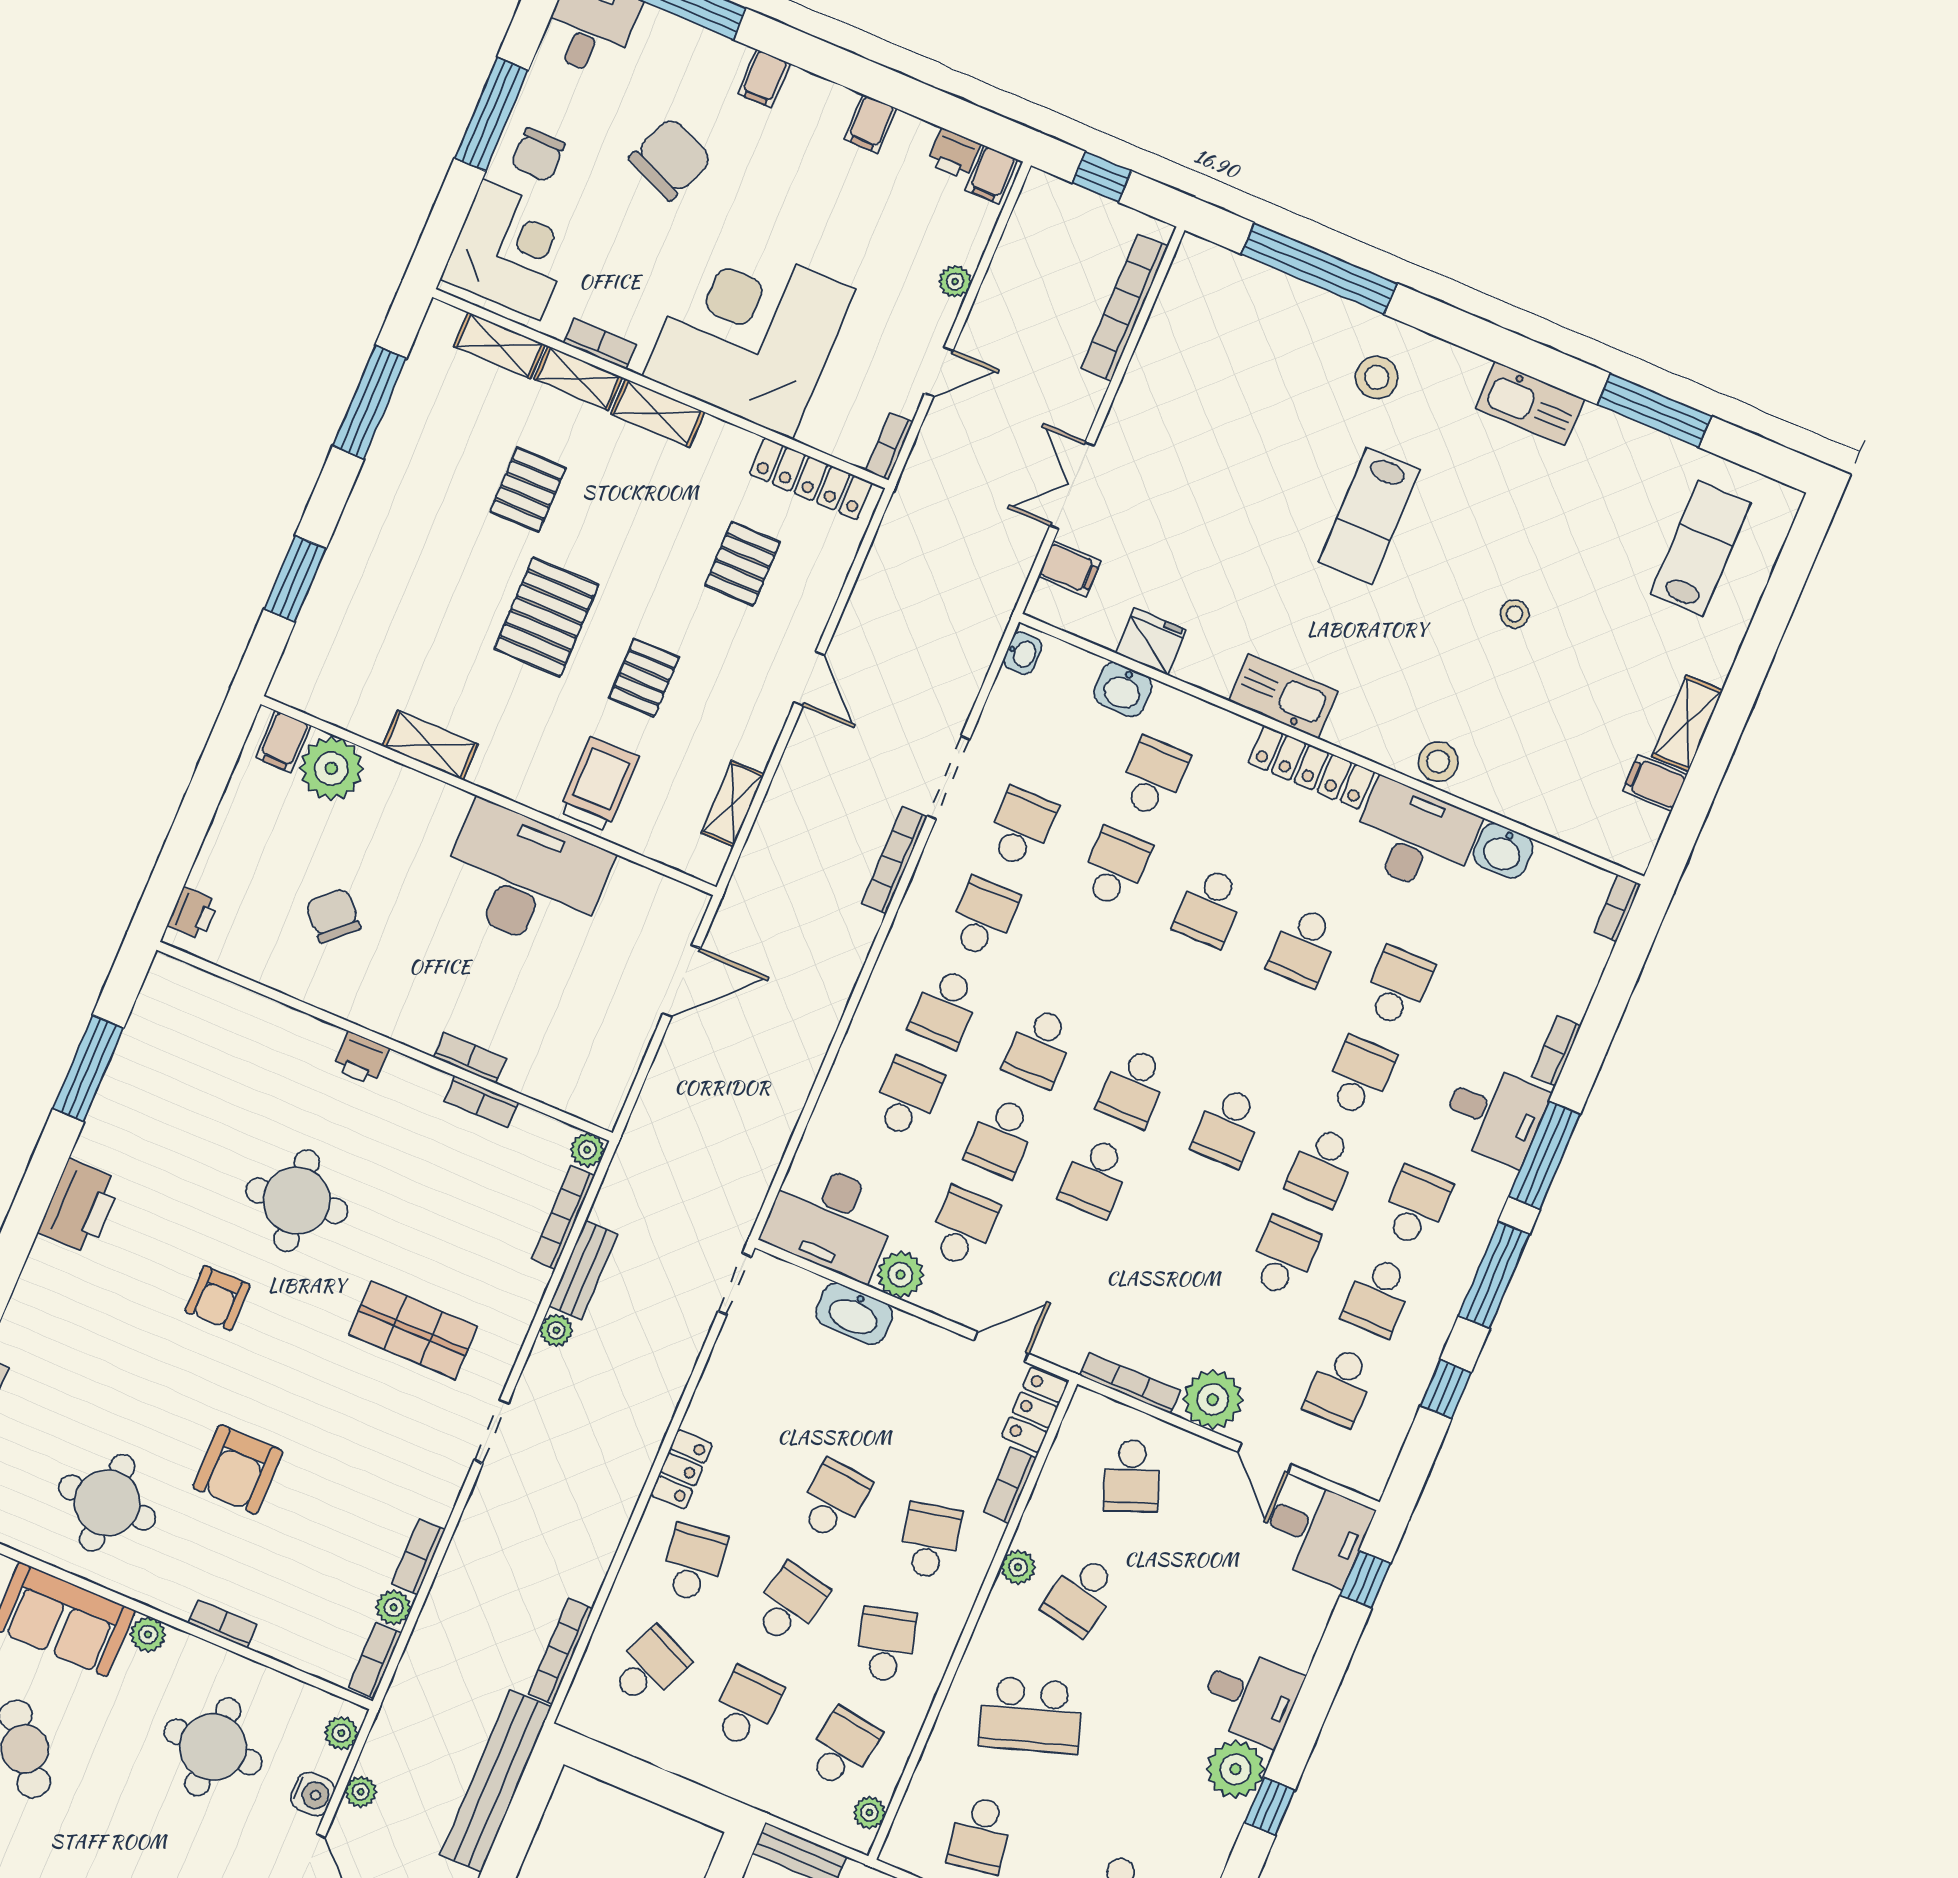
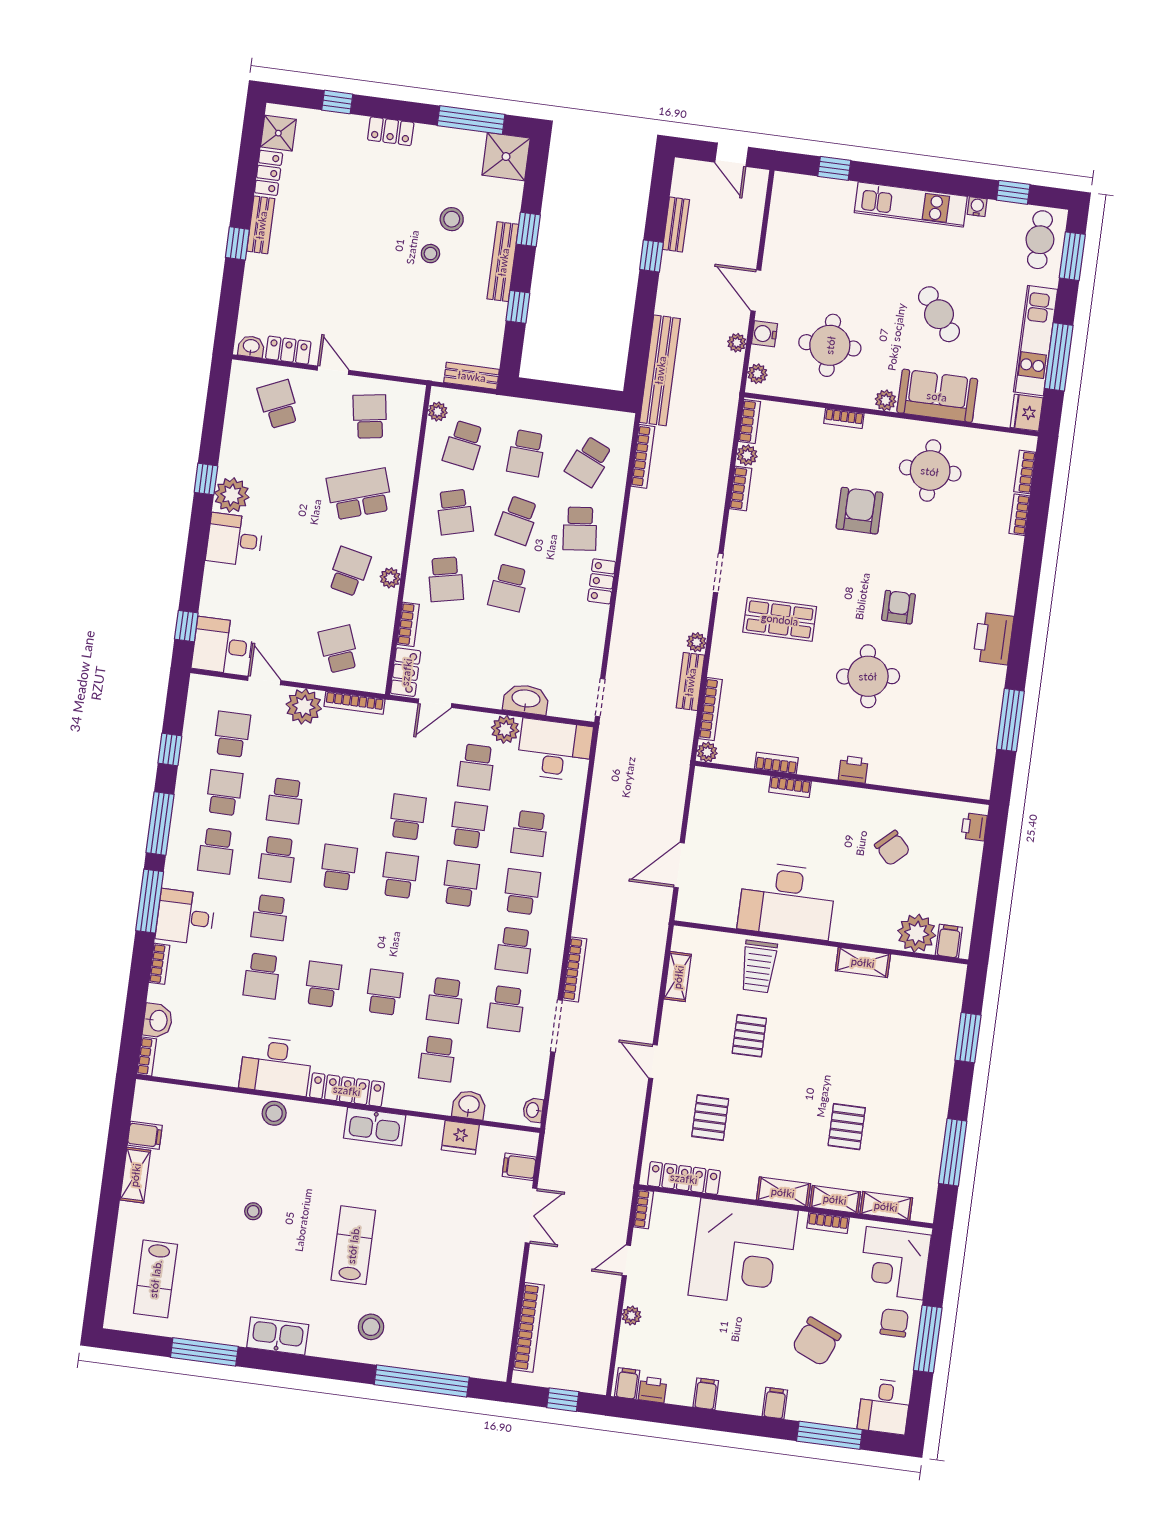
pallet: (546, 617) -> (816, 1055), removed
washbasin: (1503, 851) -> (158, 1021), moved, turned 90
school desk: (1322, 1167) -> (277, 859), turned 180

